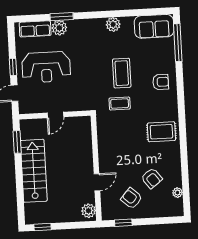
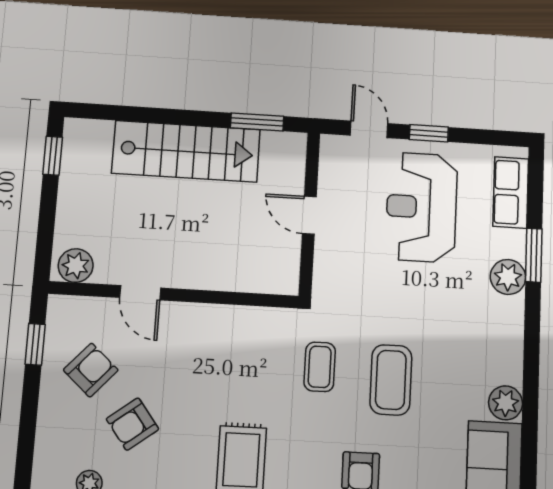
plant: (113, 24) -> (506, 403), moved
plant: (59, 28) -> (508, 277), moved
coffee table: (122, 73) -> (391, 380), turned 90

